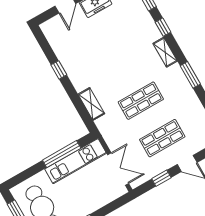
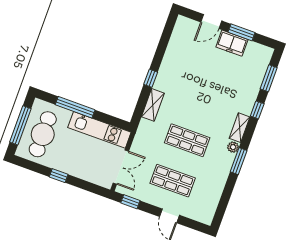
window: (59, 70) -> (151, 78), moved
plant: (176, 70) -> (233, 147), added
window: (62, 154) -> (75, 107), moved
window: (161, 178) -> (130, 202), moved

